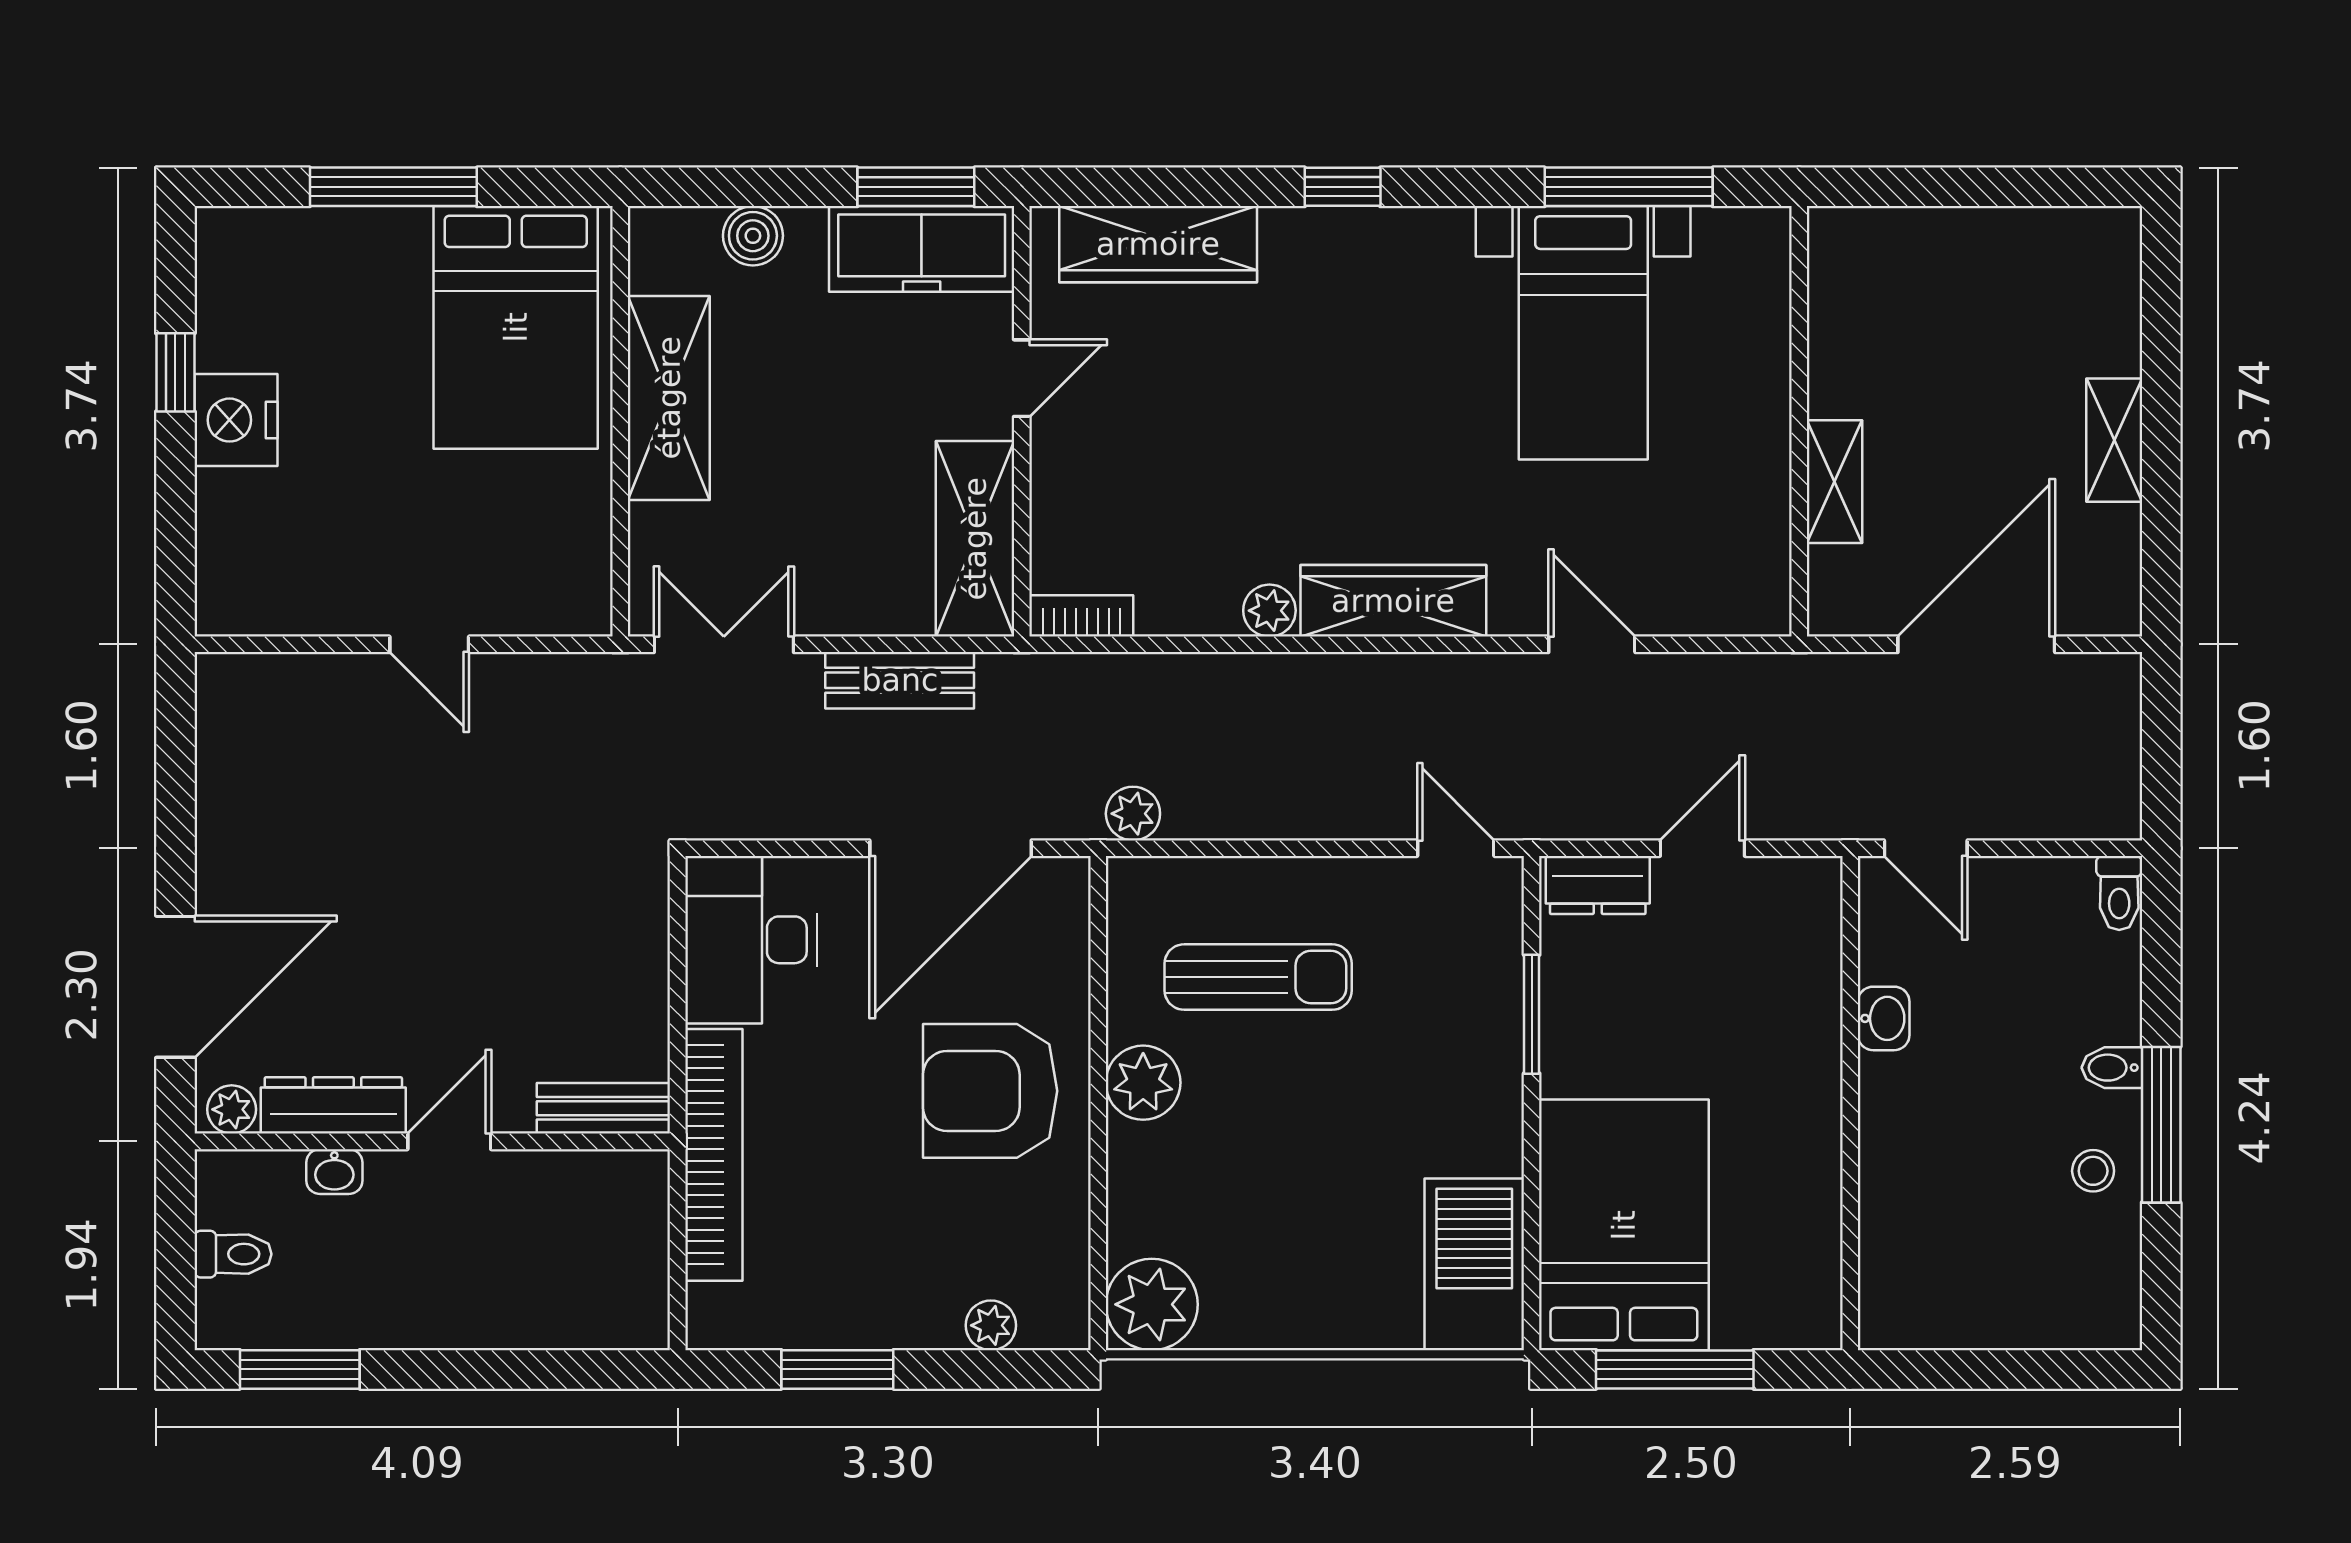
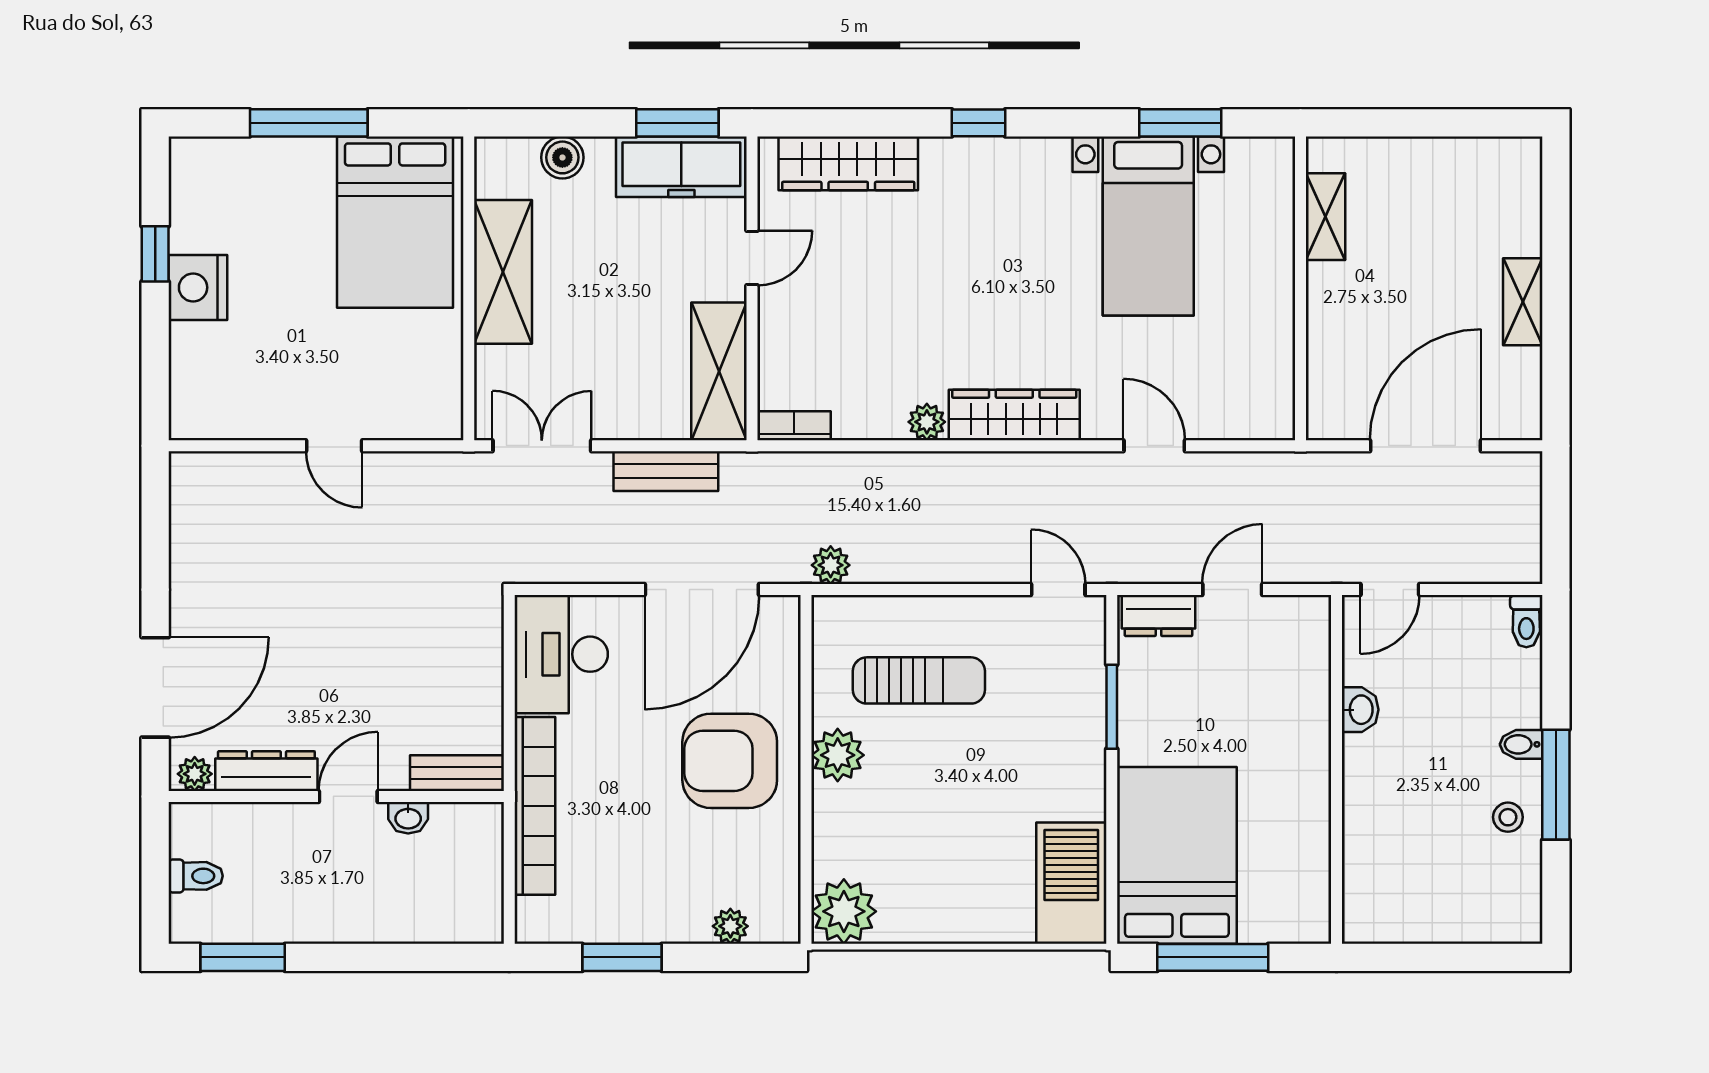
window: (1629, 187) -> (1180, 123), width x0.69
shelving: (1835, 482) -> (1325, 217), moved
door: (1926, 848) -> (1390, 590), hinge flipped
washbasin: (334, 1172) -> (408, 818), moved

